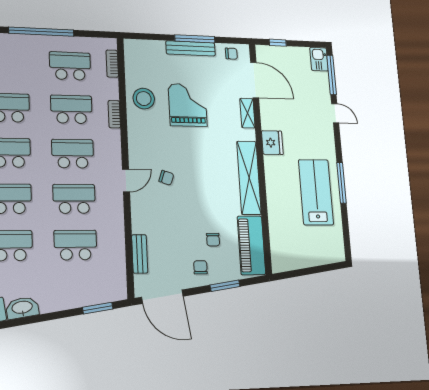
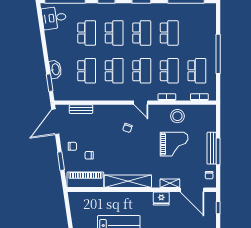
door: (255, 80) -> (192, 190), hinge flipped
fridge: (272, 143) -> (161, 199), moved
door: (126, 180) -> (141, 103), moved
washbasin: (22, 308) -> (55, 69), moved

